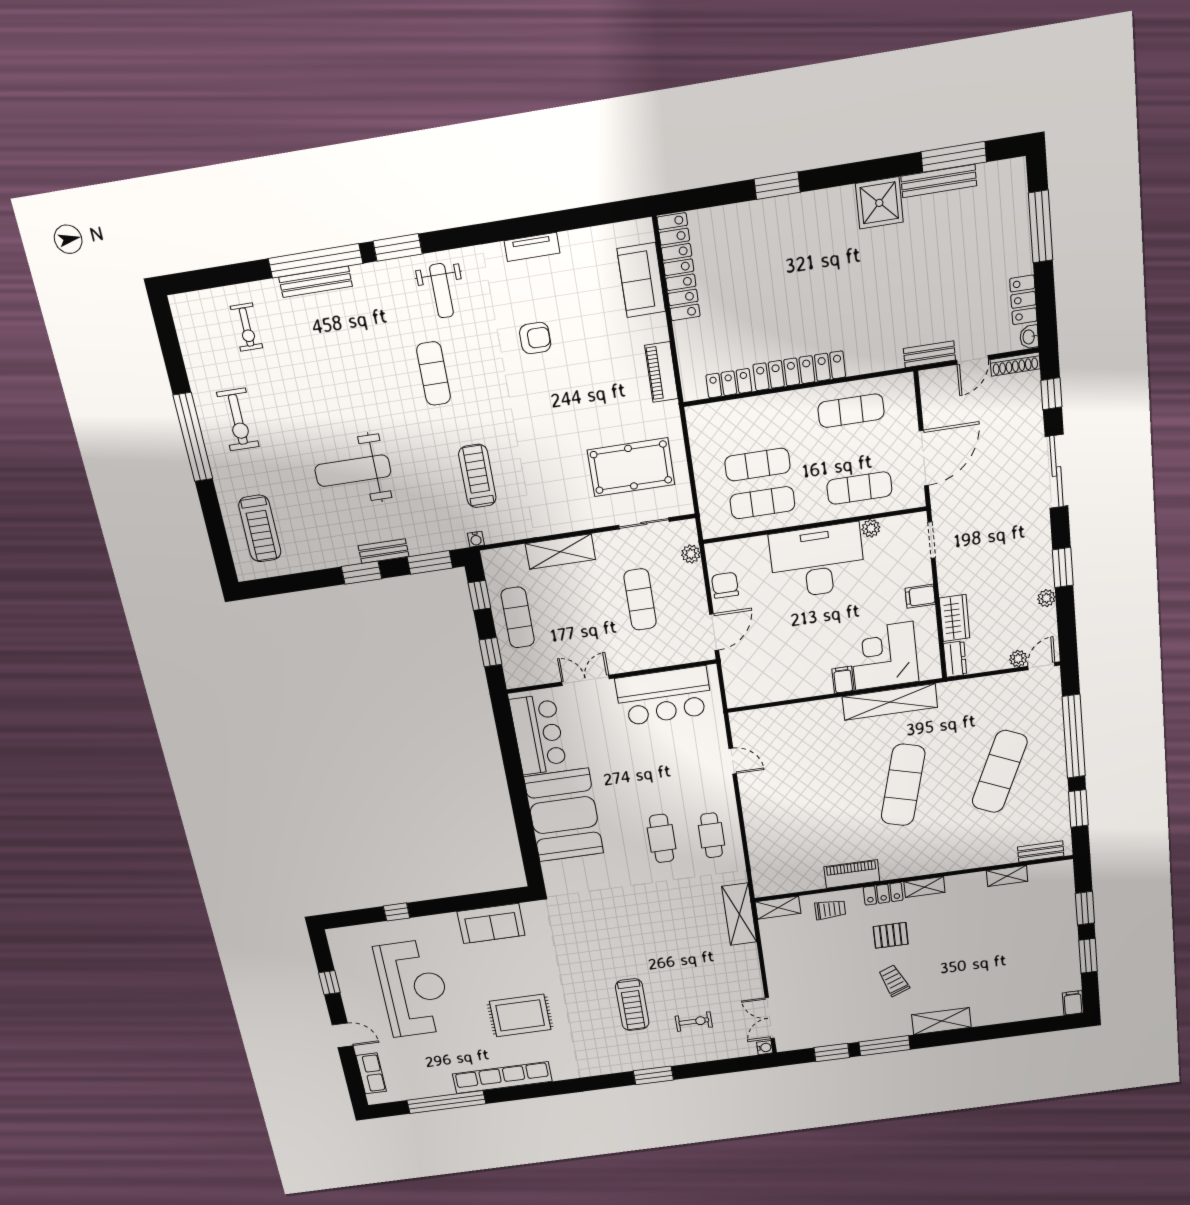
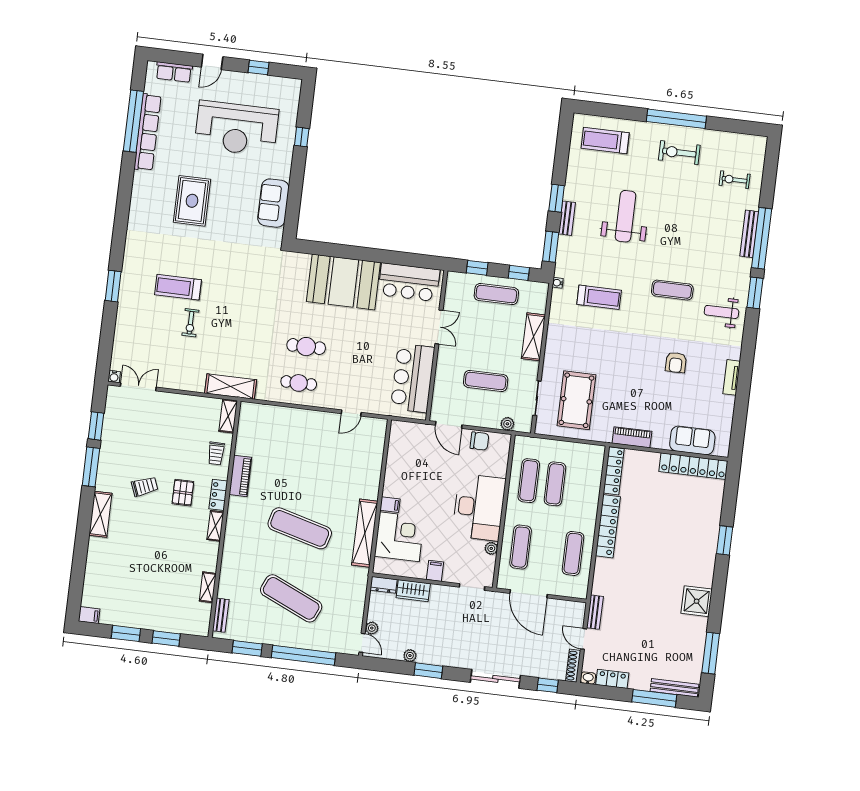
bench: (939, 181) -> (674, 688), moved, turned 90
locker: (729, 383) -> (614, 471), width x1.53
exercise bike: (694, 1022) -> (190, 323), moved
row of seats: (502, 1078) -> (148, 132), moved

